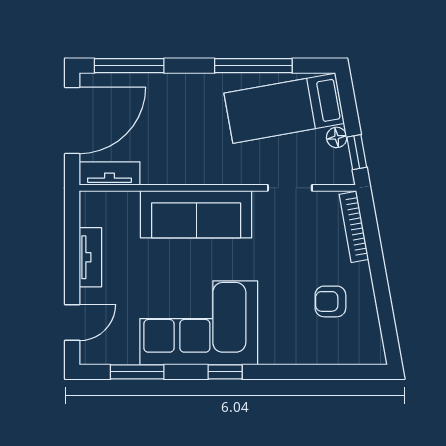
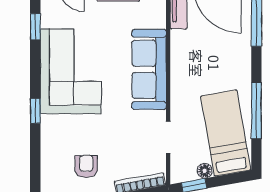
window: (137, 372) -> (35, 27), width x0.67
window: (225, 372) -> (35, 111), moved

